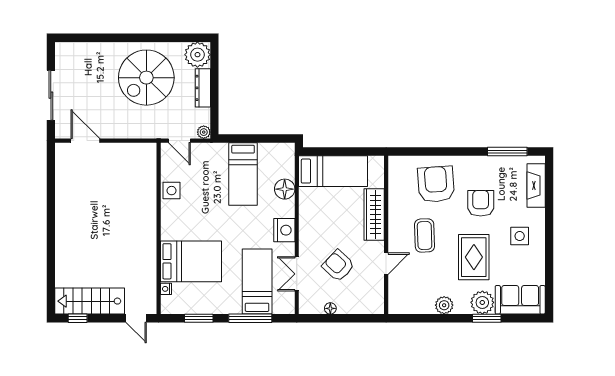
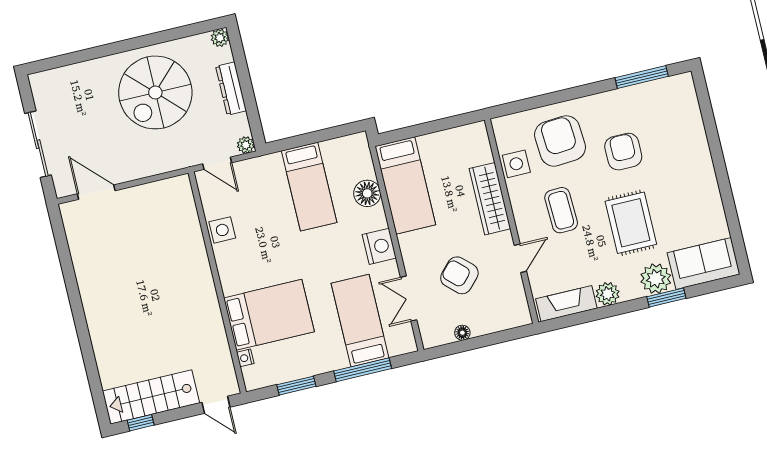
plant: (197, 55) -> (220, 38), width x0.53, depth x0.53
bed: (333, 171) -> (405, 185), moved, turned 90
fireplace: (536, 185) -> (566, 304), moved, turned 90
side table: (520, 236) -> (516, 164), moved

